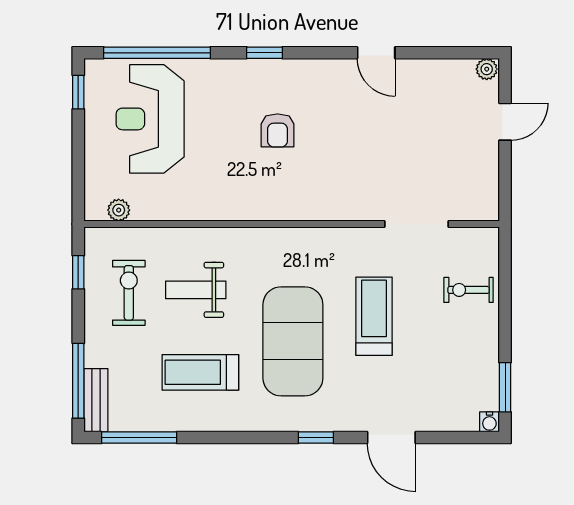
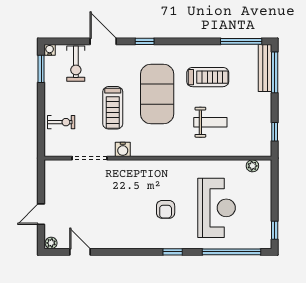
door: (376, 53) -> (80, 252), moved
reception desk: (150, 119) -> (217, 208), moved
armchair: (277, 130) -> (166, 209), turned 180
water cooler: (356, 240) -> (123, 149), added
exercise bike: (129, 293) -> (76, 64), moved
bench: (96, 400) -> (265, 68), width x1.36

